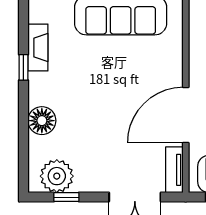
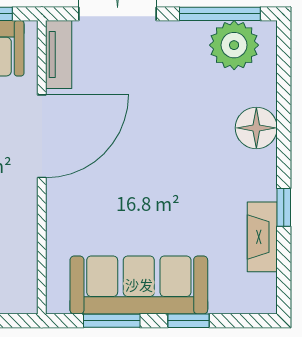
window: (66, 197) -> (220, 14), width x2.17

